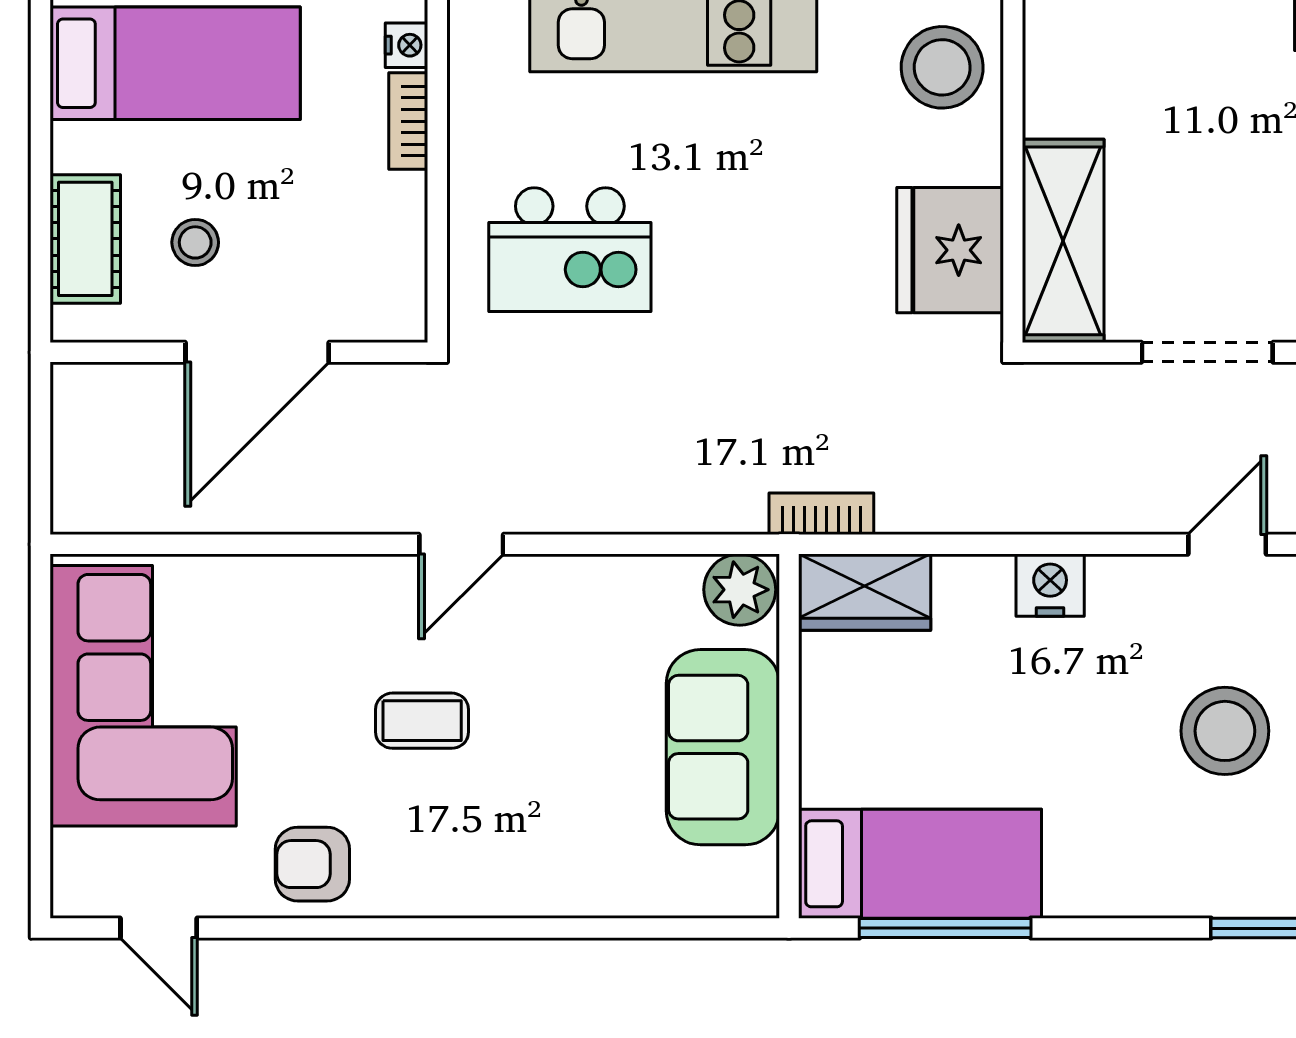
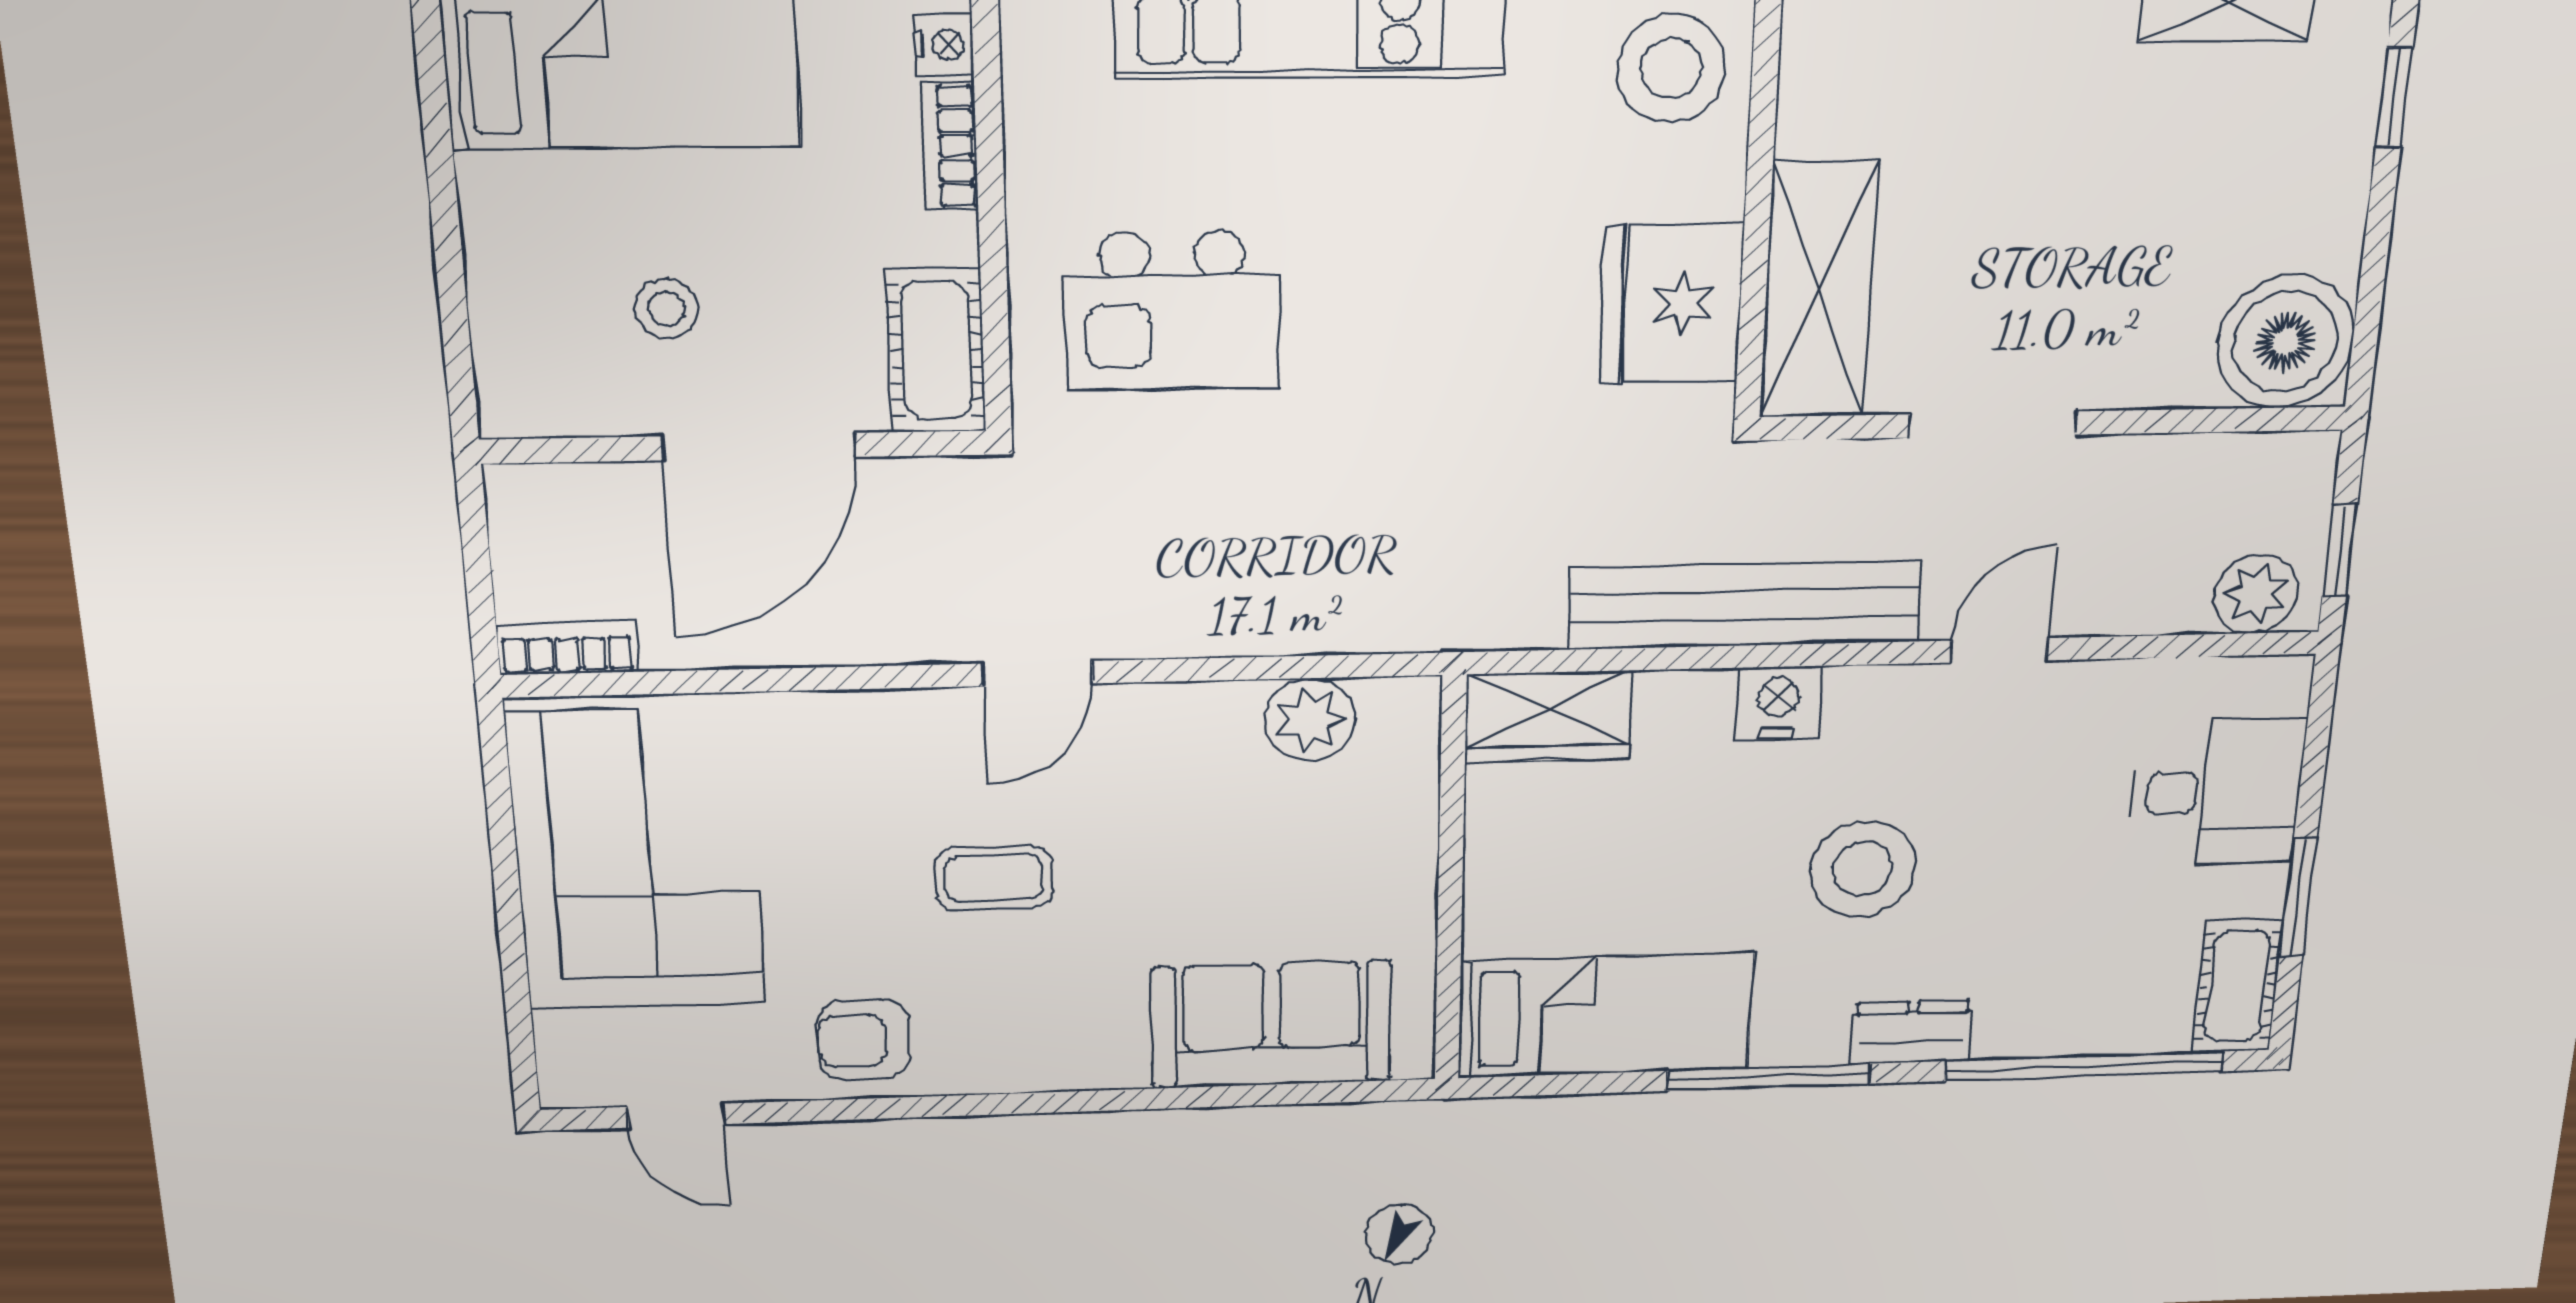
cot: (85, 239) -> (936, 350), moved
bench: (1019, 500) -> (1745, 605), added
bookcase: (821, 514) -> (567, 648), moved
plant: (740, 590) -> (1310, 720), moved
stool: (1225, 731) -> (1862, 869), moved
sofa: (723, 747) -> (1271, 1024), moved, turned 90
dresser: (1179, 890) -> (1911, 1032), added
window: (945, 928) -> (1769, 1077), moved

